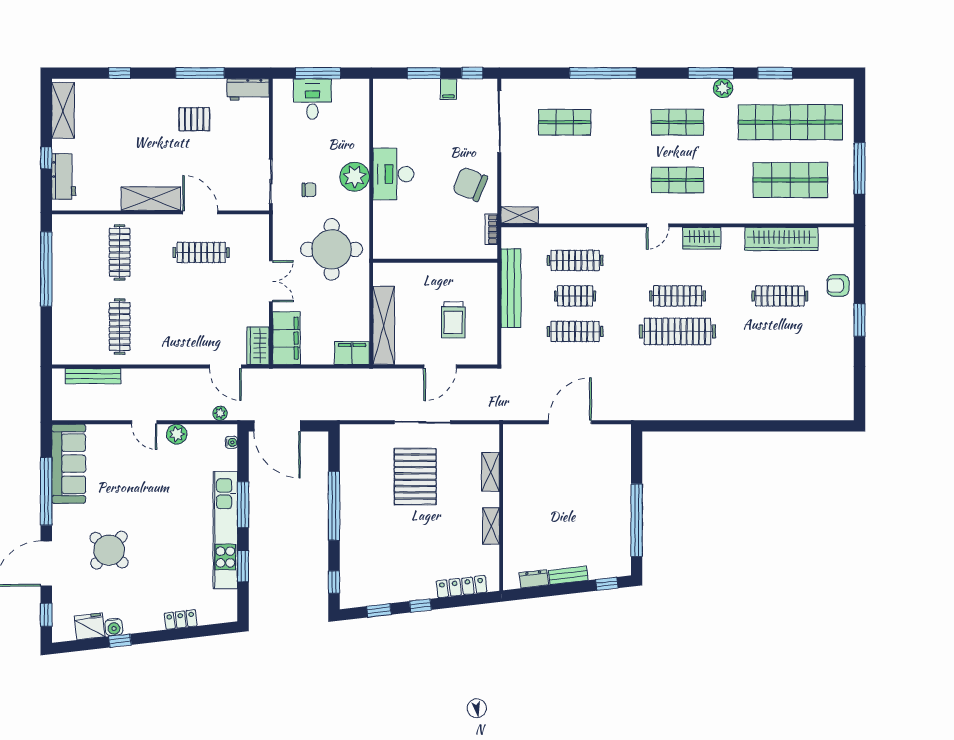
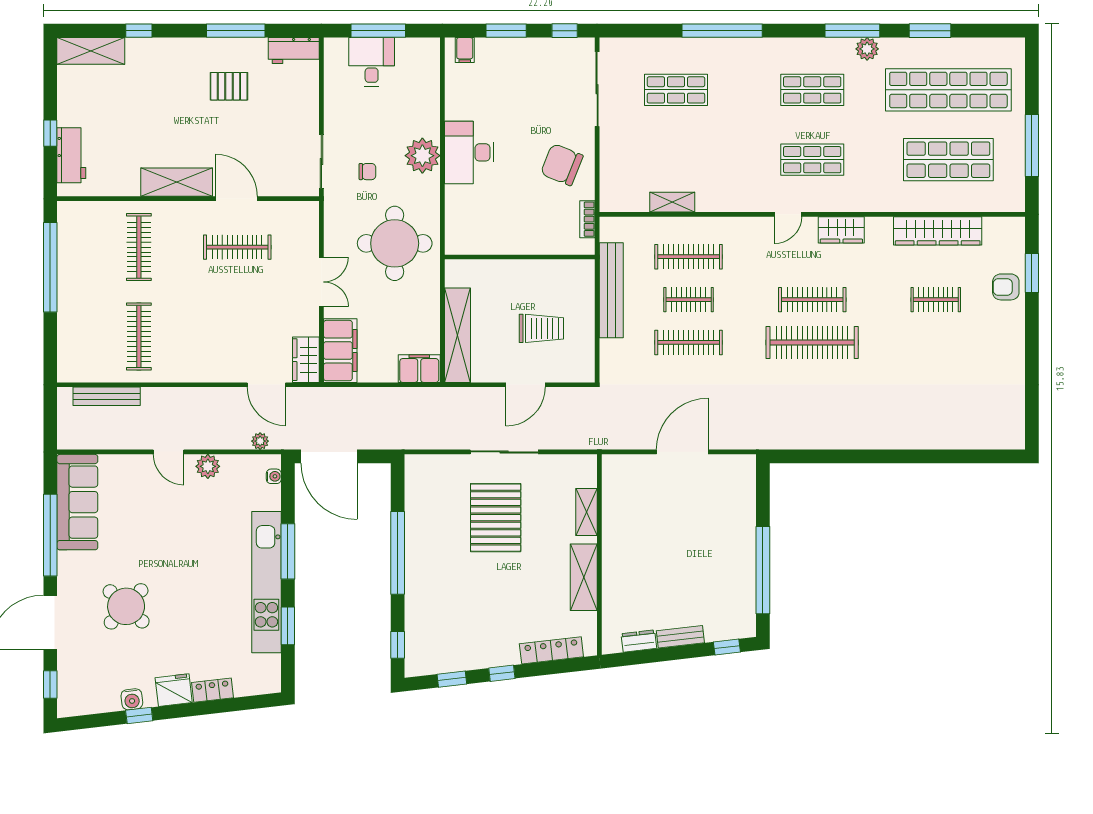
filing cabinet: (448, 89) -> (465, 50), moved
shelving: (63, 110) -> (91, 51), moved, turned 90
shelving: (520, 215) -> (672, 202), moved
clothes rail: (780, 296) -> (936, 300), width x0.73
trolley: (453, 320) -> (541, 328), turned -90
window: (859, 320) -> (1032, 273), moved
shelving: (491, 526) -> (584, 577), width x1.50, depth x1.33
fridge: (90, 626) -> (174, 690), moved

